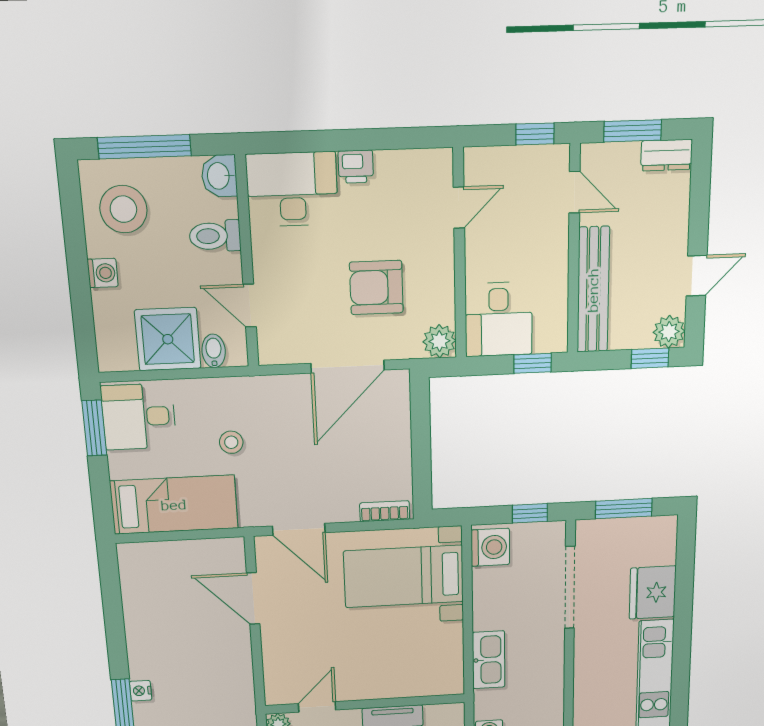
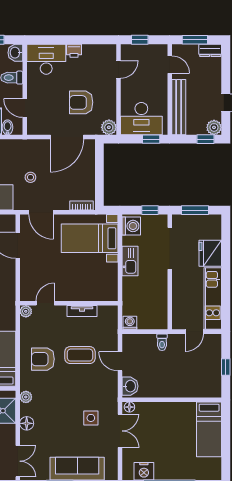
window: (535, 134) -> (140, 40), moved
desk: (499, 319) -> (141, 119), width x1.37
stool: (231, 442) -> (30, 177), moved
kitchen sink: (489, 660) -> (130, 261), moved

